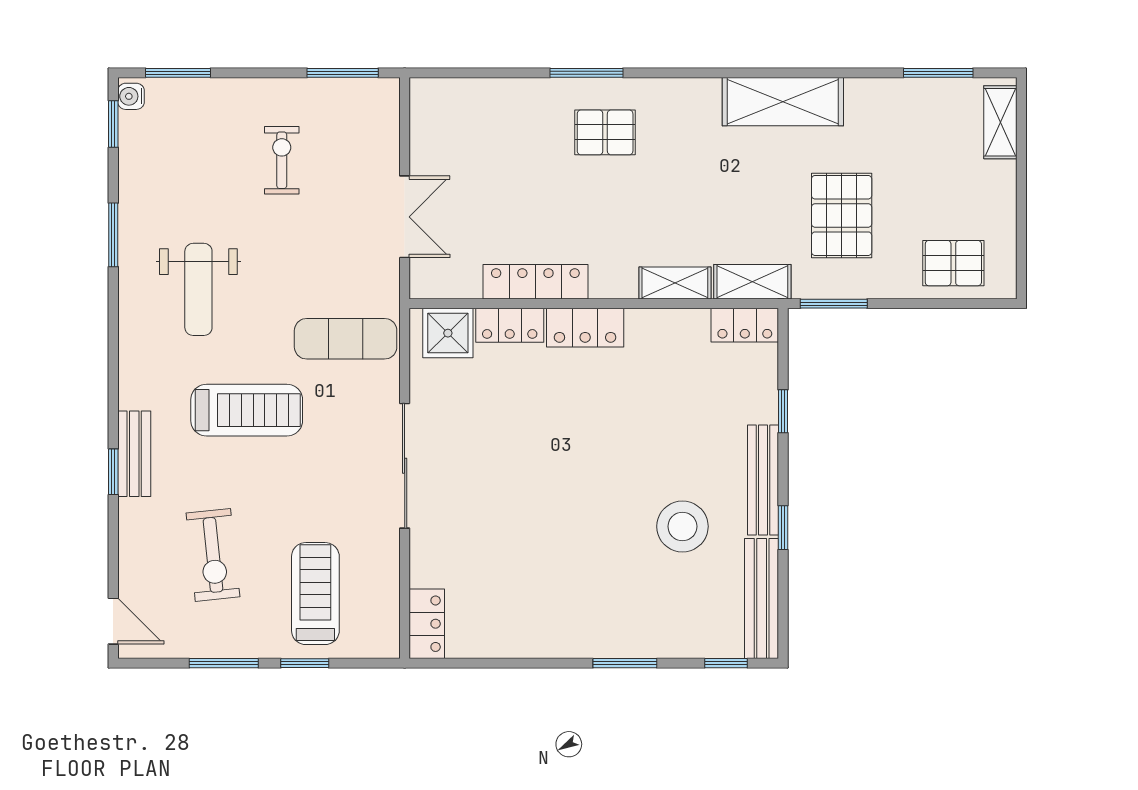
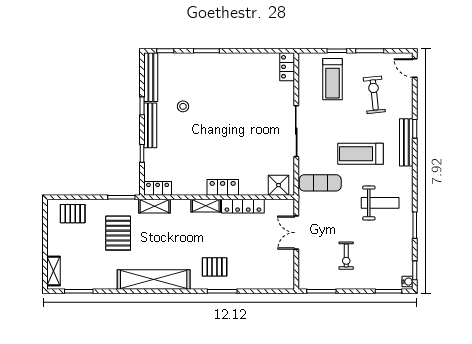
shelving: (783, 102) -> (154, 279), width x1.47
shelving: (675, 283) -> (206, 206), moved
weight bench: (198, 289) -> (380, 203), turned 90
locker: (510, 325) -> (253, 188), removed
bench: (134, 454) -> (406, 142), width x1.36
stool: (682, 526) -> (183, 106), width x0.53, depth x0.53

